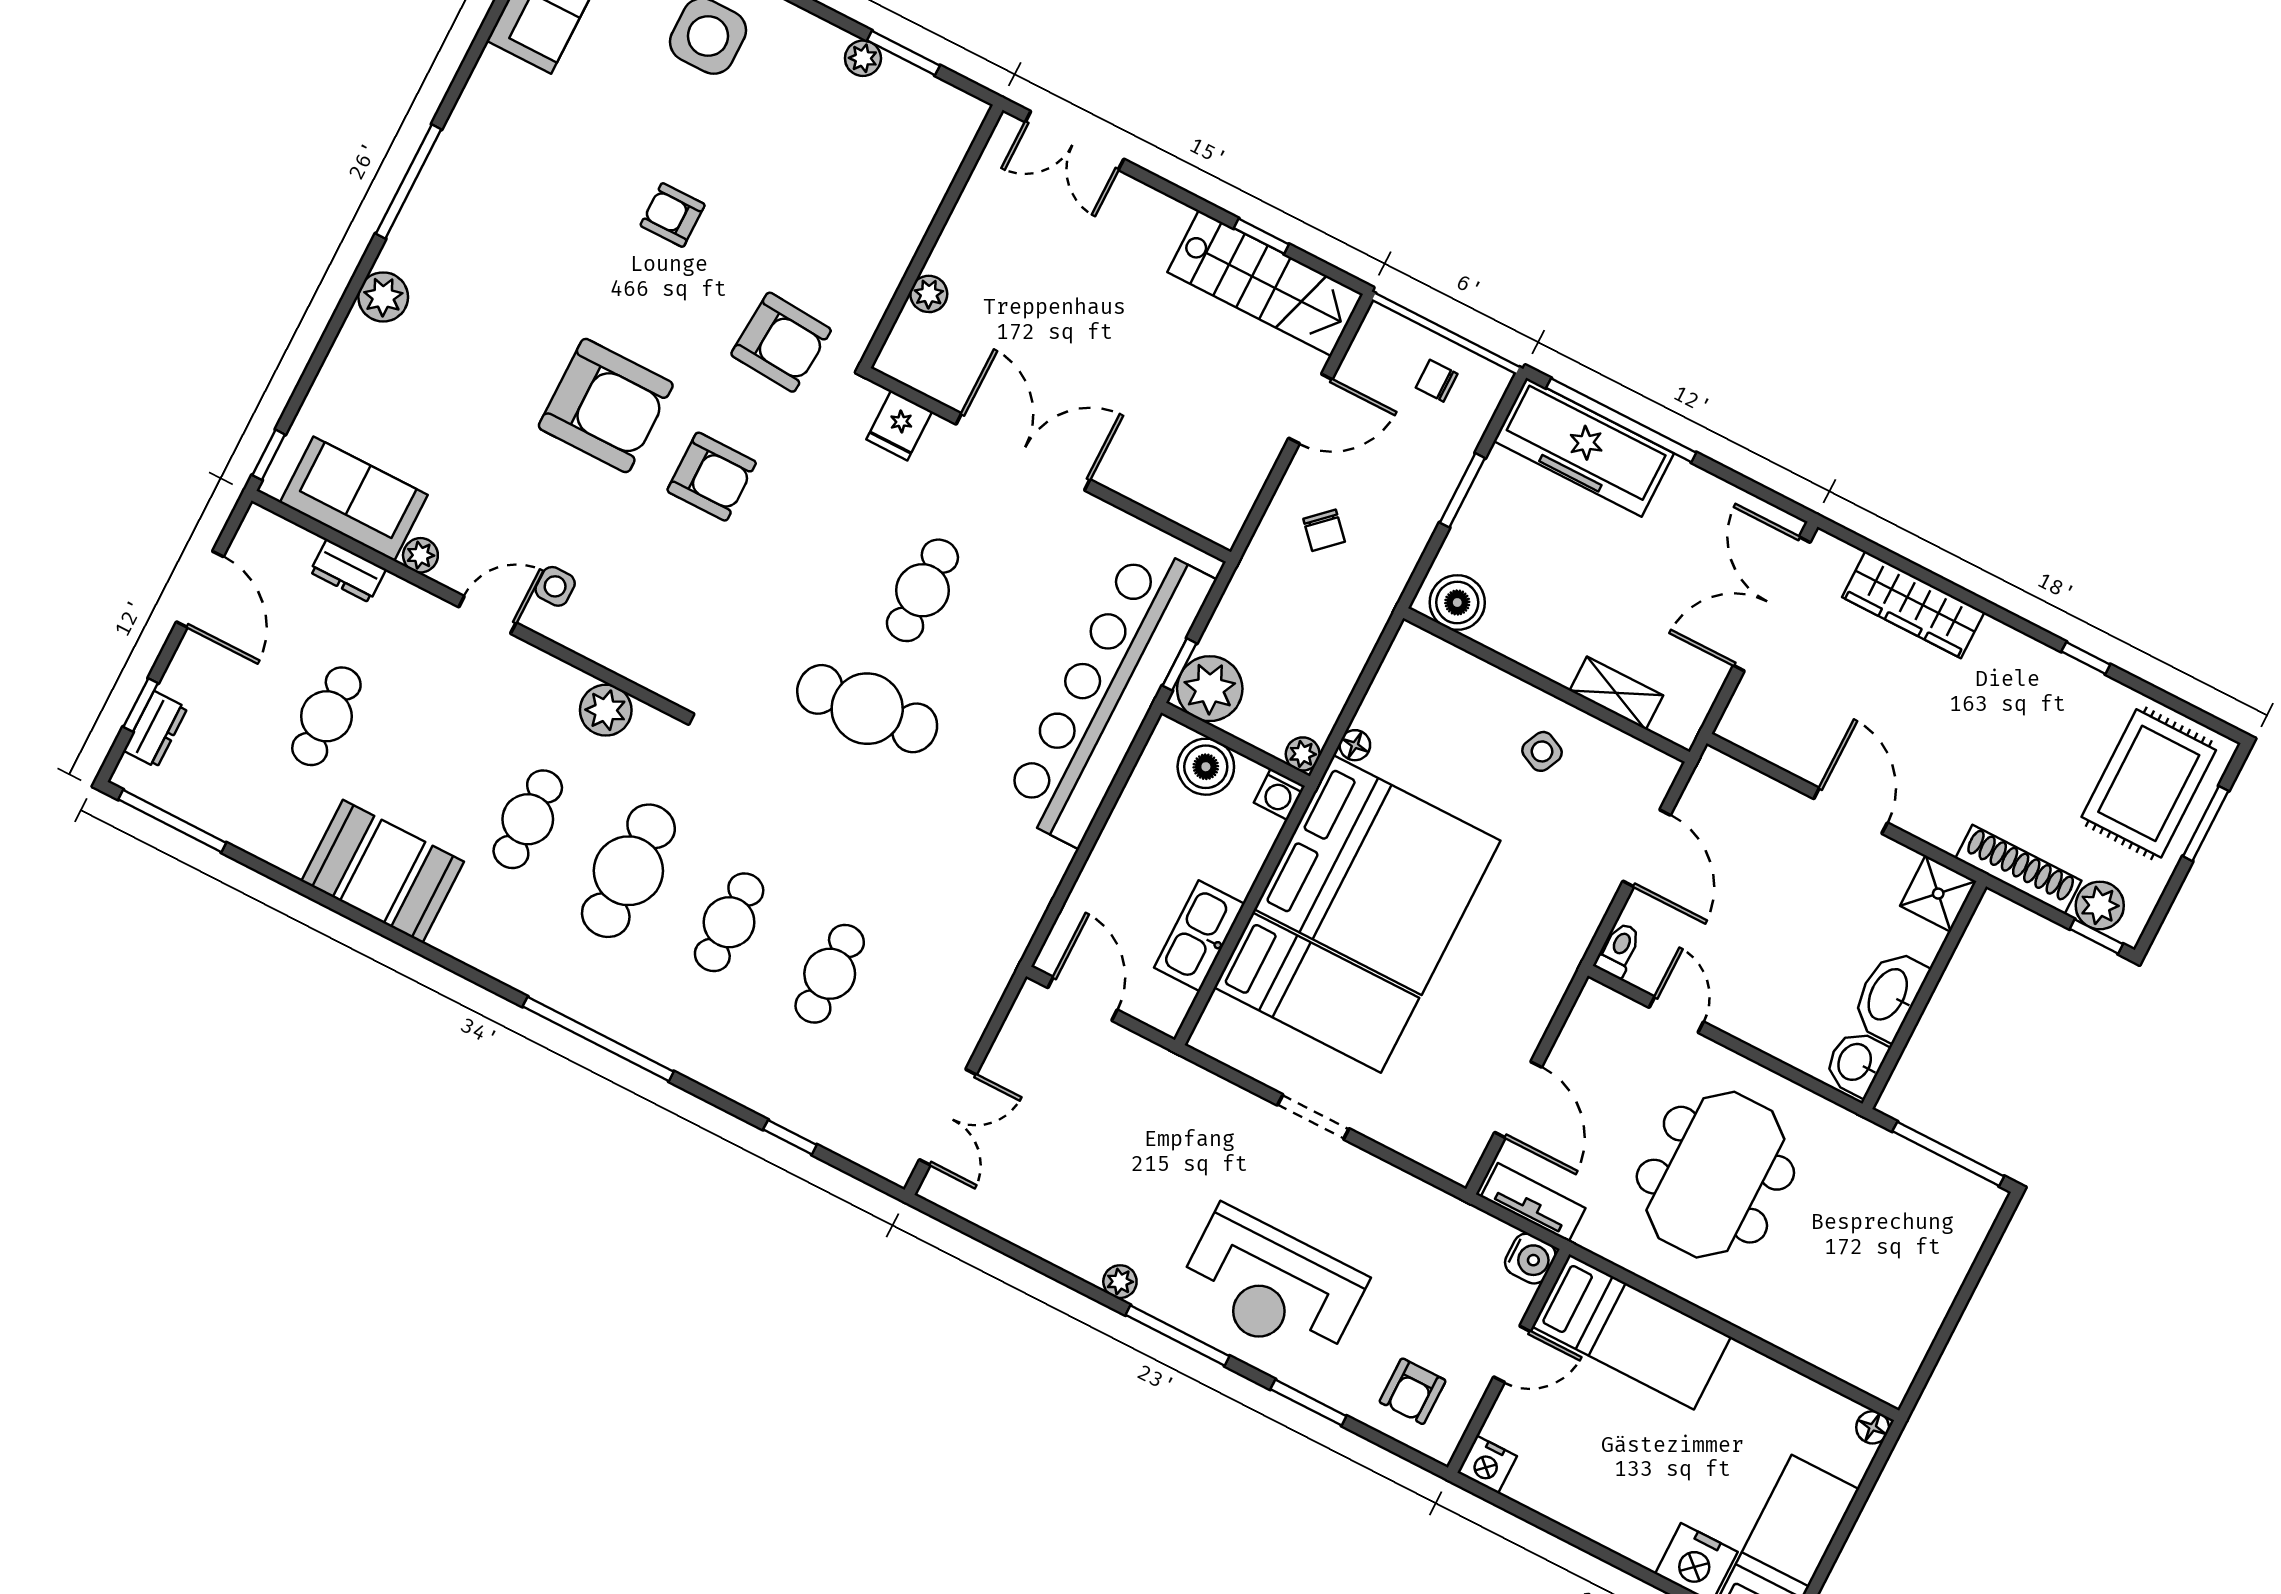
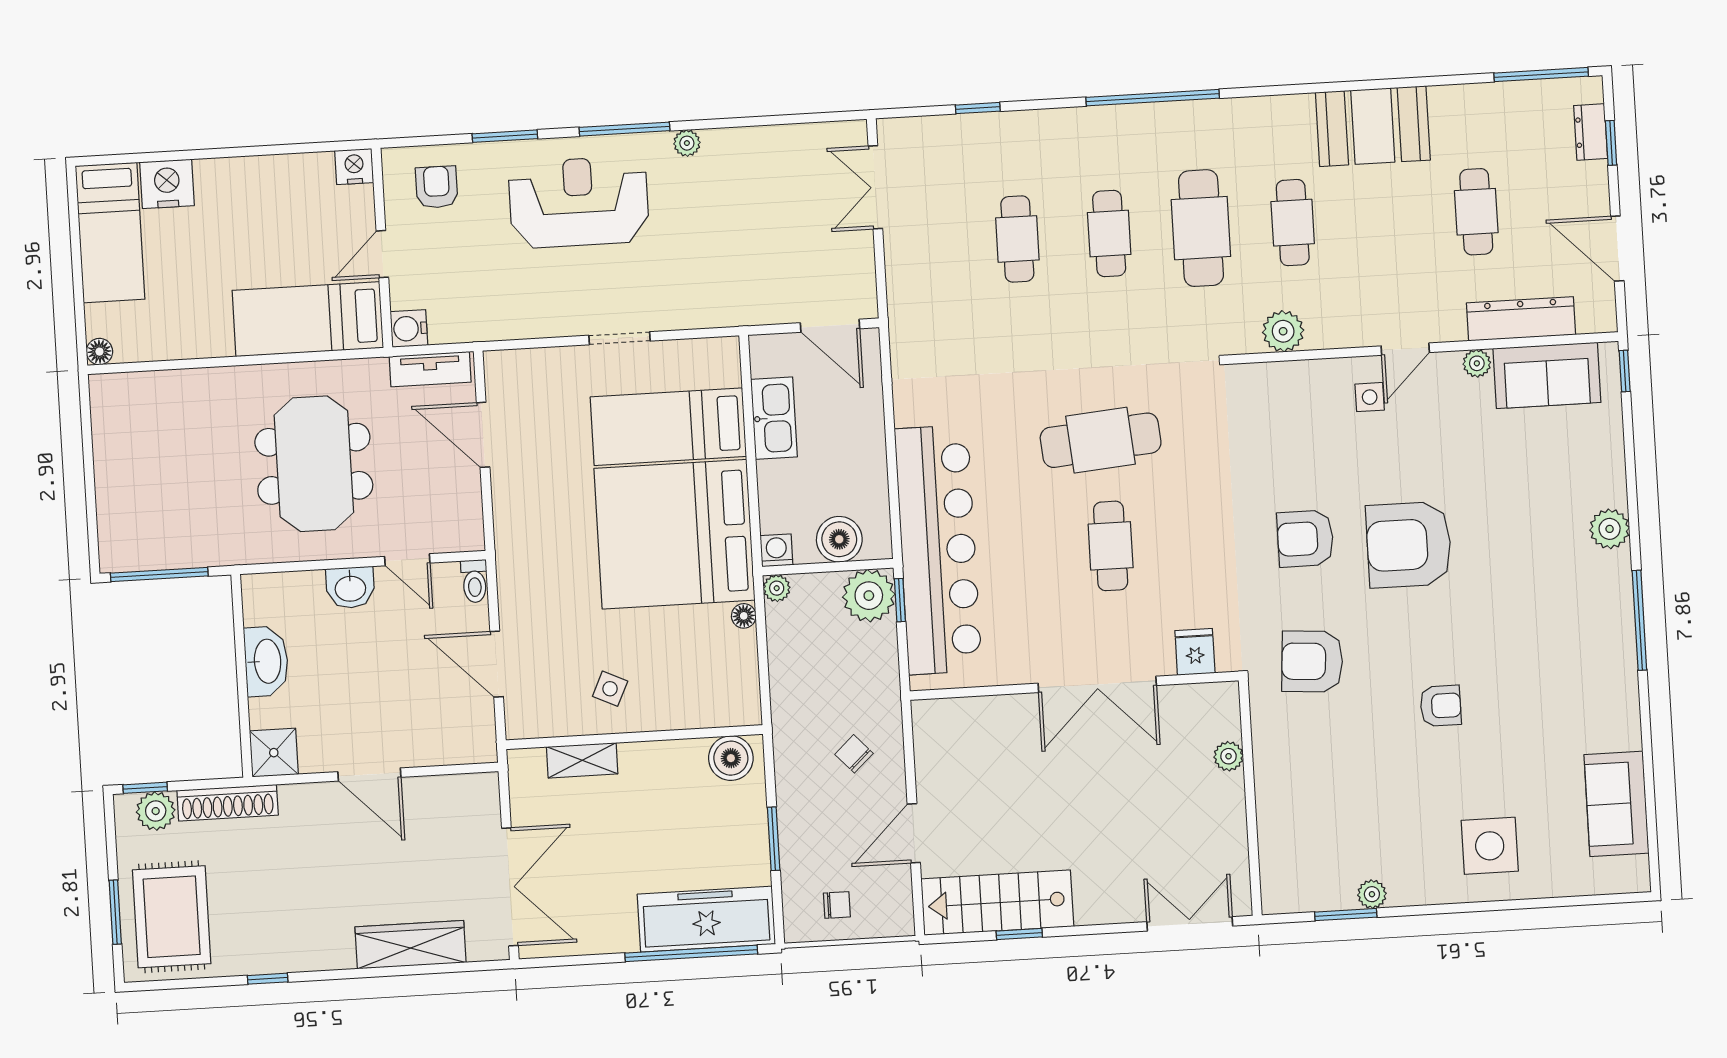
dresser: (348, 571) -> (1521, 319), width x1.96, depth x1.24
washbasin: (1856, 1063) -> (350, 588), moved, turned 90

